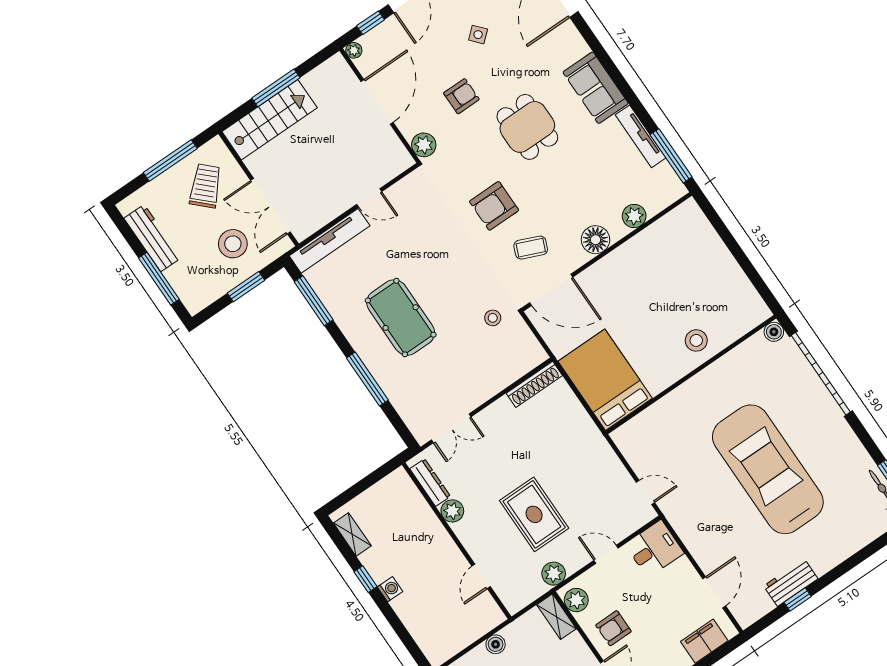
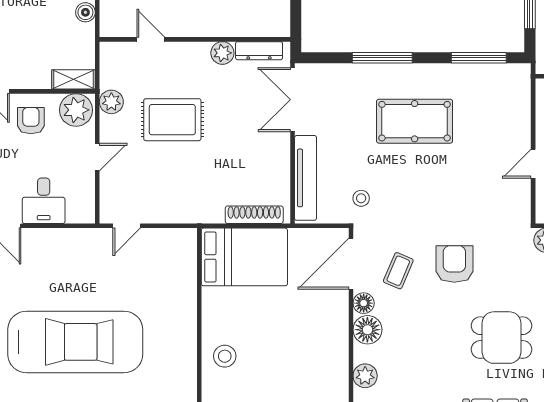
tv unit: (330, 241) -> (305, 178), moved, turned 180
floor lamp: (576, 258) -> (364, 303), added
shoe rack: (534, 384) -> (254, 215), moved, turned 90
double door: (451, 428) -> (292, 100), width x1.37
desk: (654, 549) -> (44, 201), moved
plant: (576, 600) -> (76, 110), width x1.36, depth x1.36

